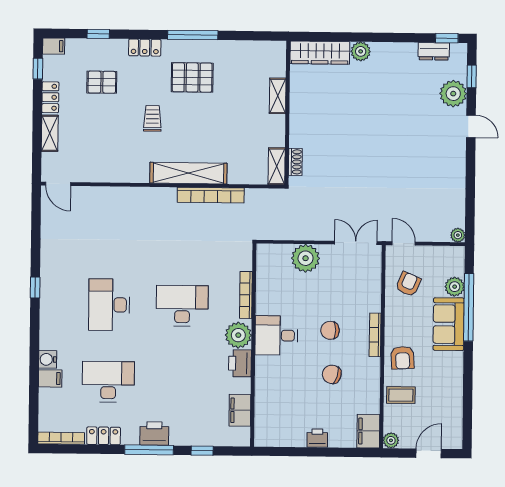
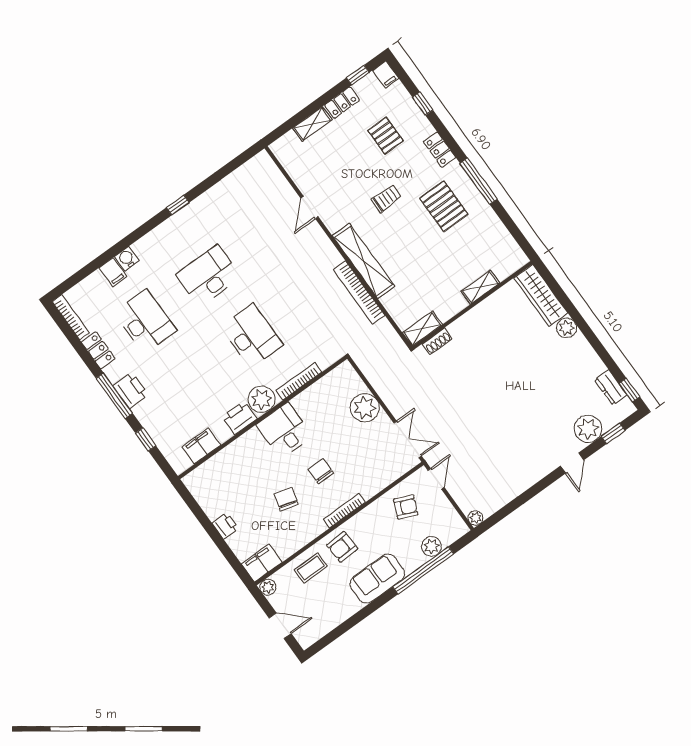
door: (58, 184) -> (310, 207), moved
sofa: (449, 324) -> (377, 579), moved
coffee table: (401, 395) -> (311, 568), turned 90

